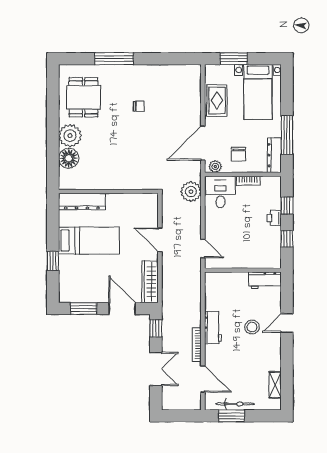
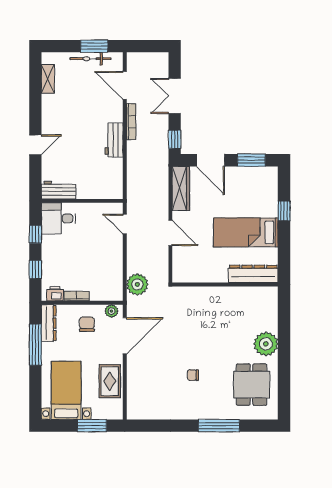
floor lamp: (69, 158) -> (267, 320), removed
desk: (220, 192) -> (58, 218), moved, turned 90
printer: (274, 218) -> (55, 294), moved, turned -90
stool: (252, 327) -> (72, 140), removed

